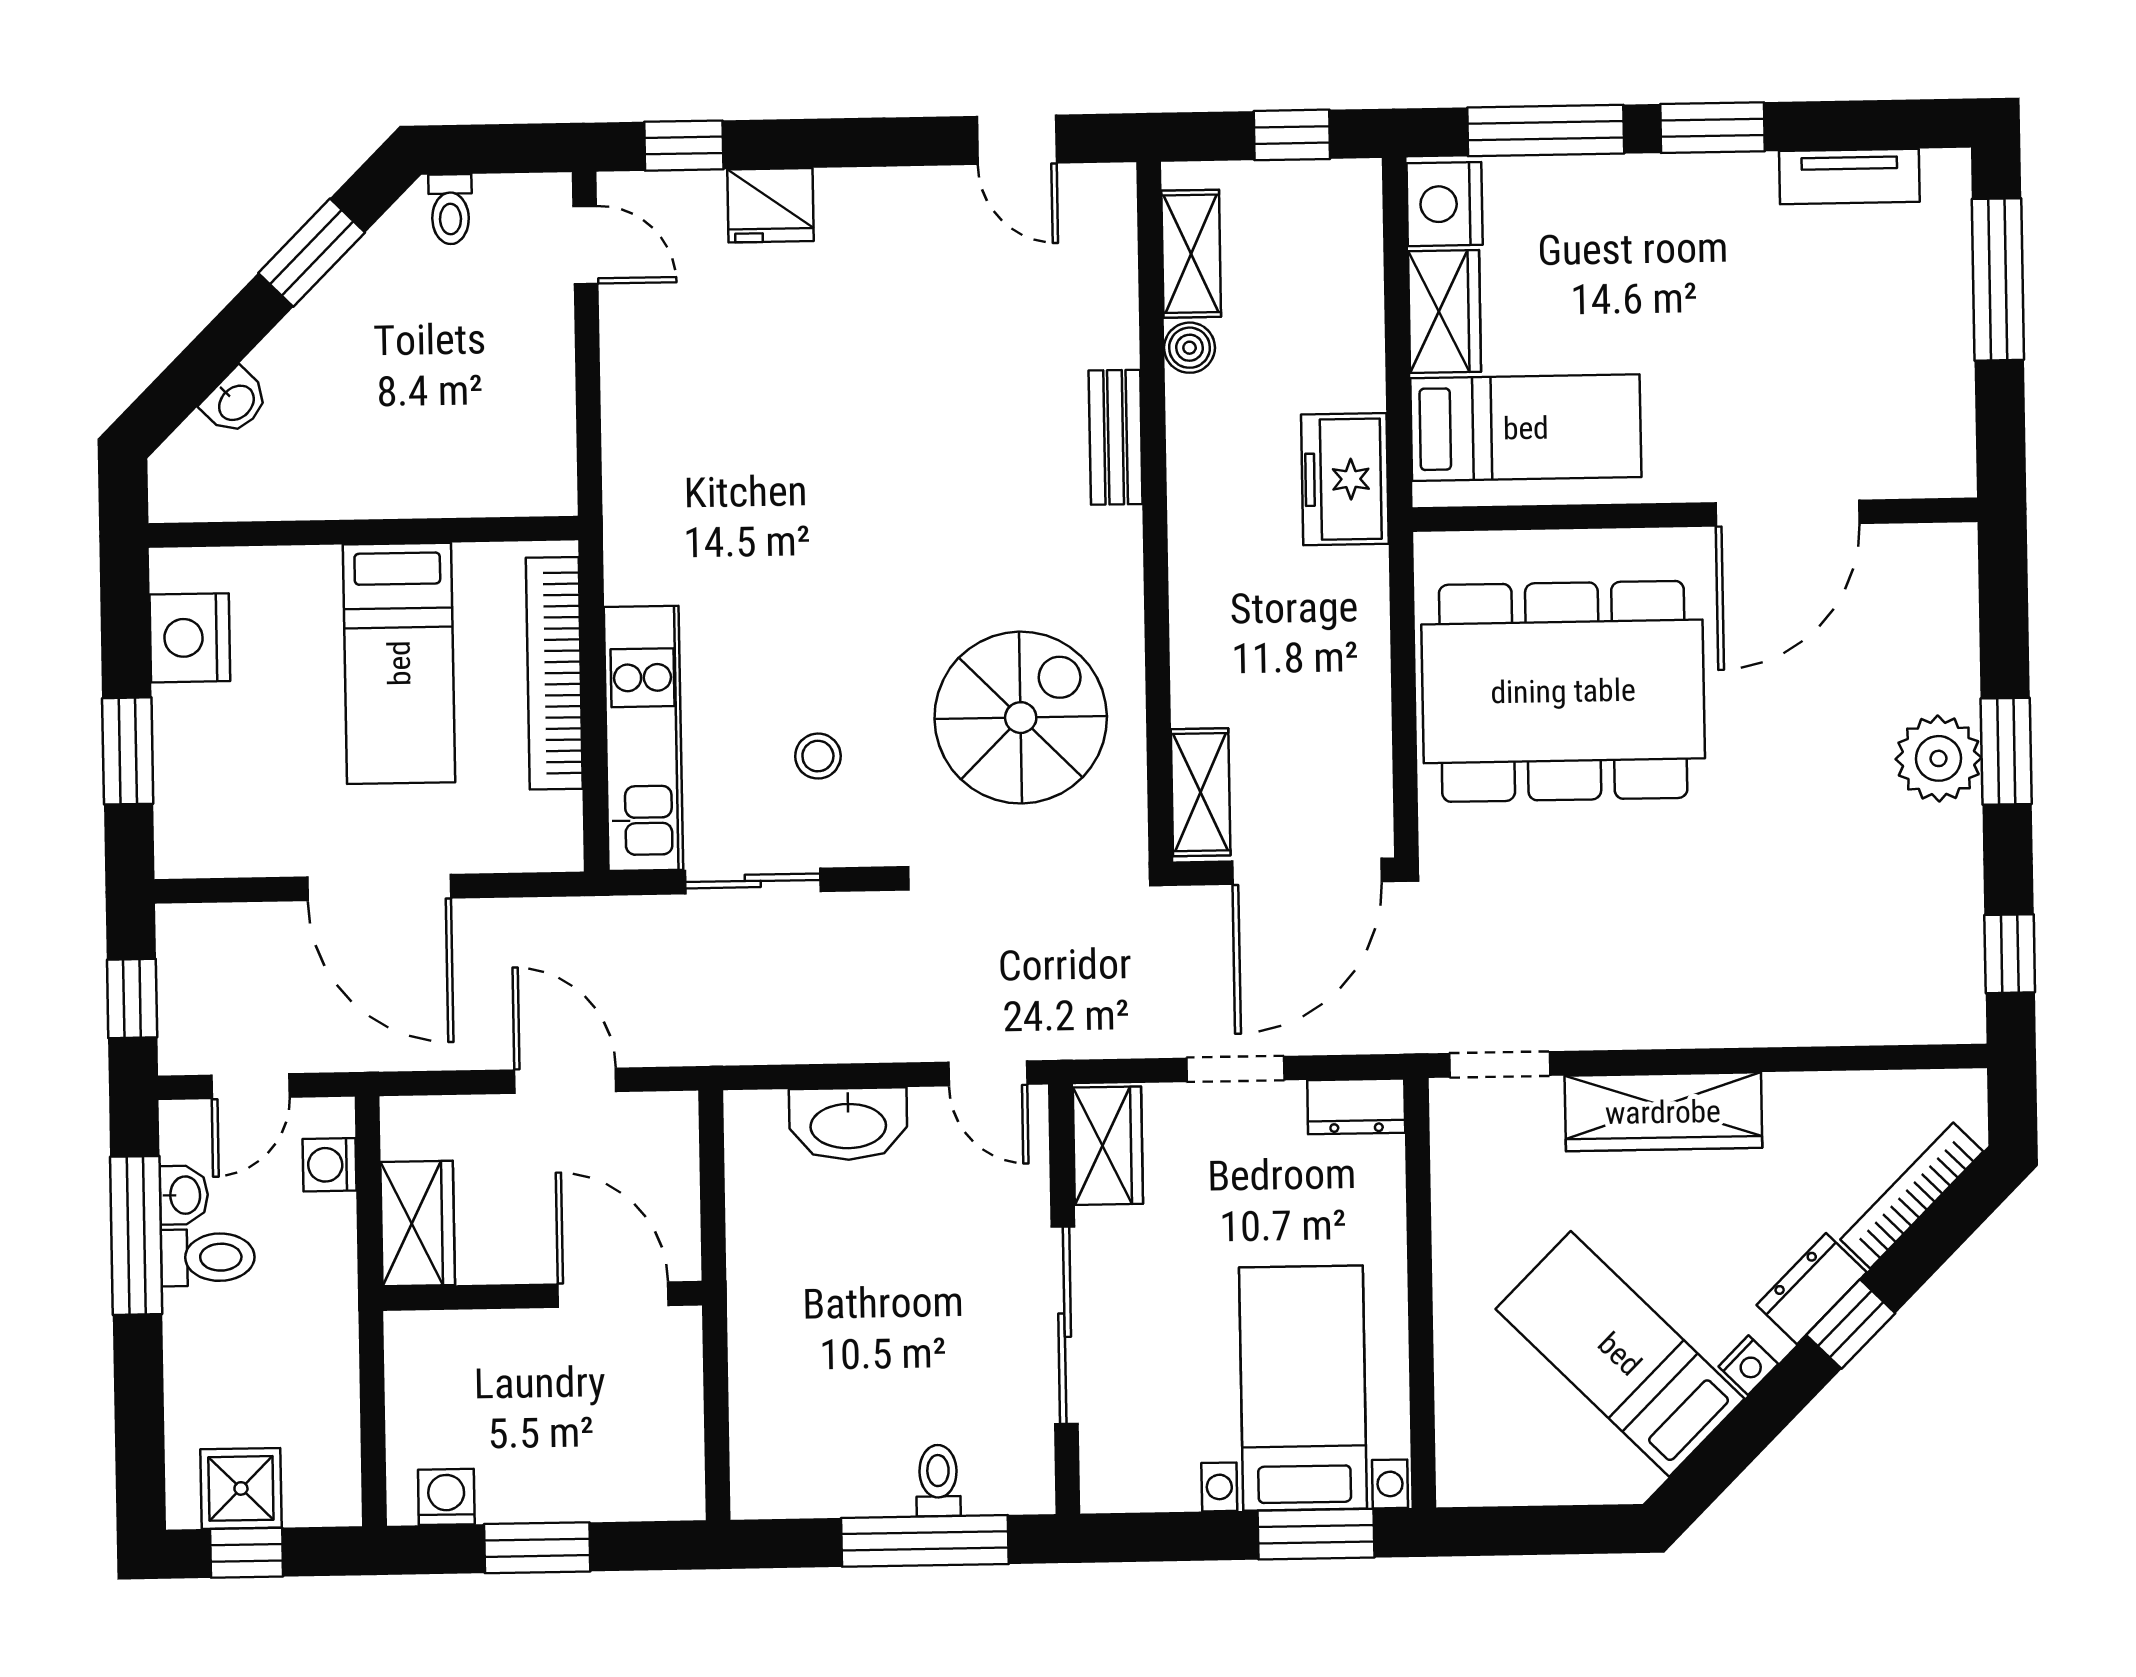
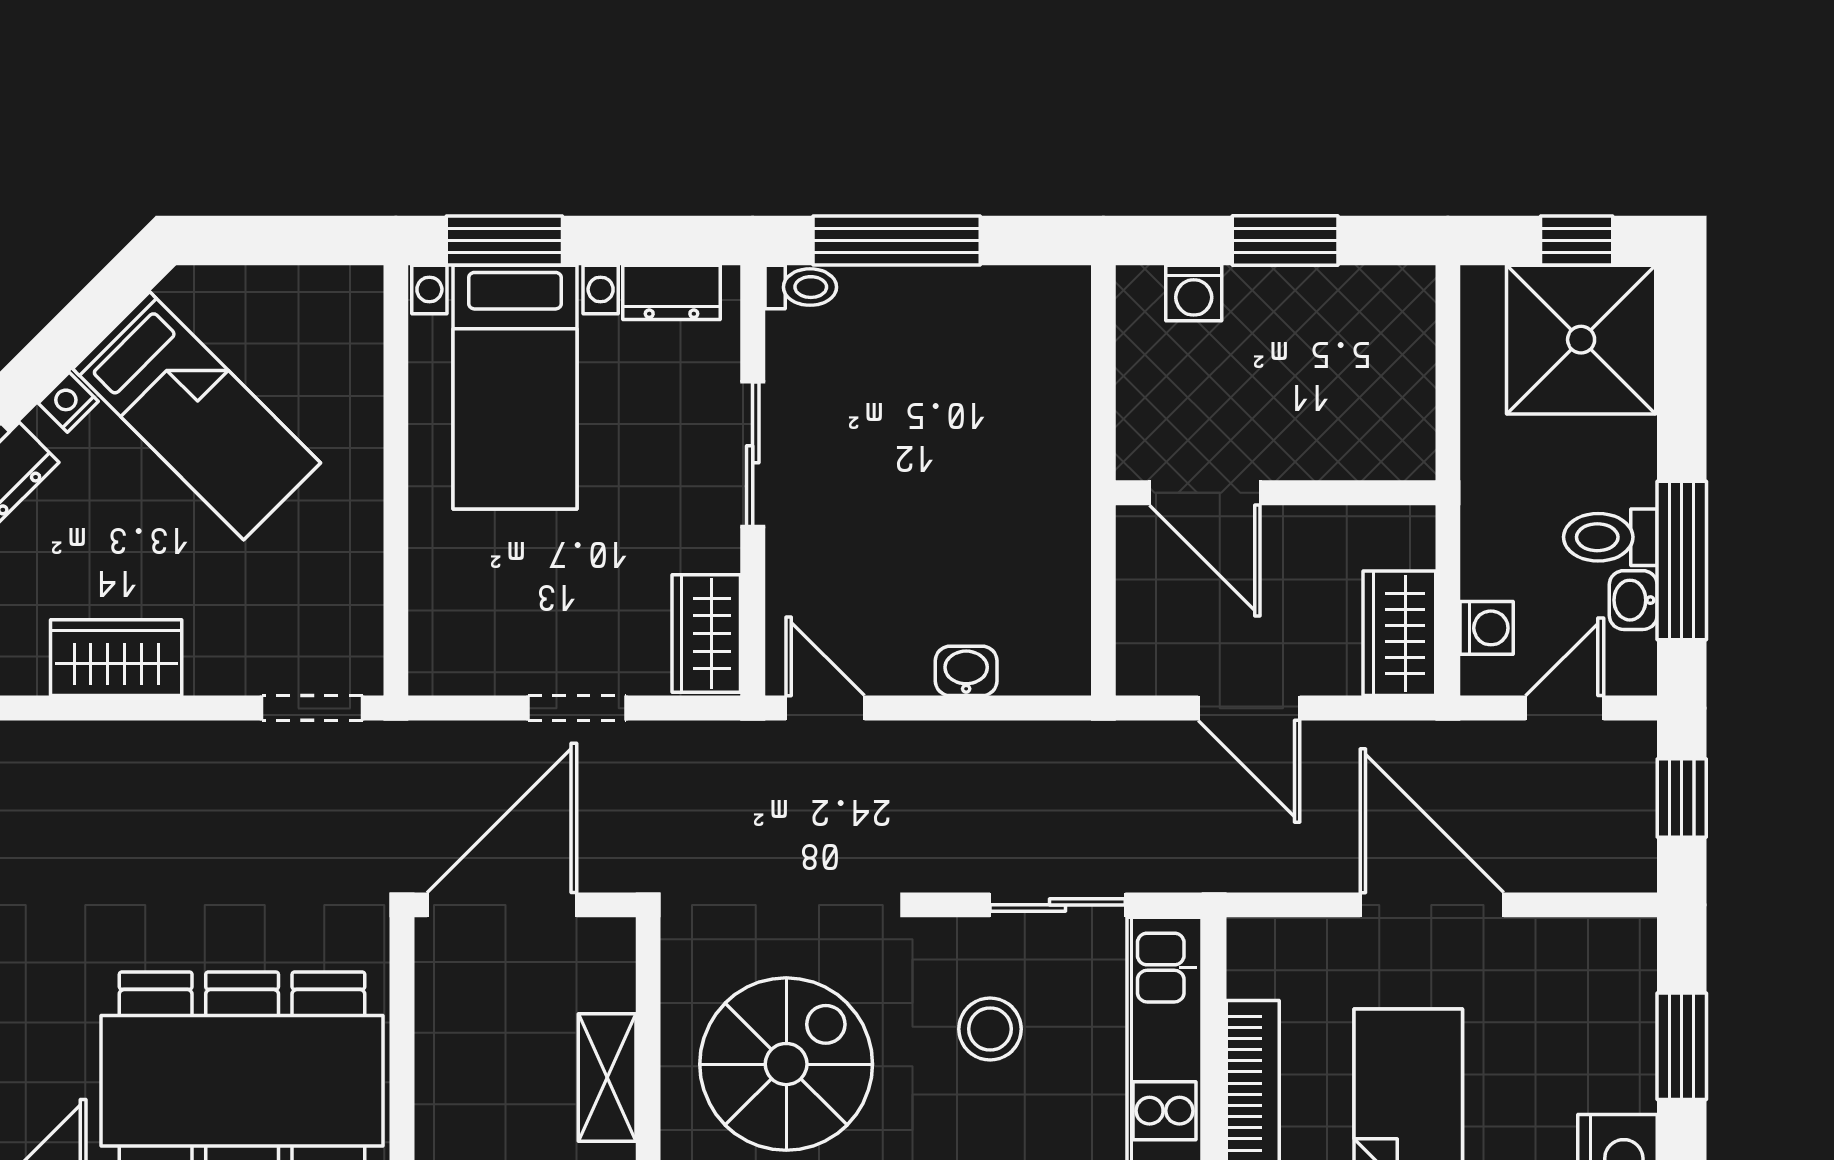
spiral stairs: (1021, 718) -> (786, 1064), turned 180
stool: (818, 756) -> (990, 1029), width x1.37, depth x1.37
shelving: (1201, 792) -> (607, 1077), moved
dresser: (1356, 1106) -> (672, 292), moved, turned 180
wardrobe: (1663, 1112) -> (116, 658), width x0.67
washbasin: (848, 1124) -> (966, 671), width x0.52, depth x0.69
wardrobe: (418, 1224) -> (1399, 633), moved
sliding door: (1065, 1325) -> (753, 454), width x0.73
toilet: (938, 1481) -> (801, 287), moved, turned -90
shower: (241, 1488) -> (1581, 340), width x1.86, depth x1.86
washing machine: (446, 1497) -> (1194, 293), moved

